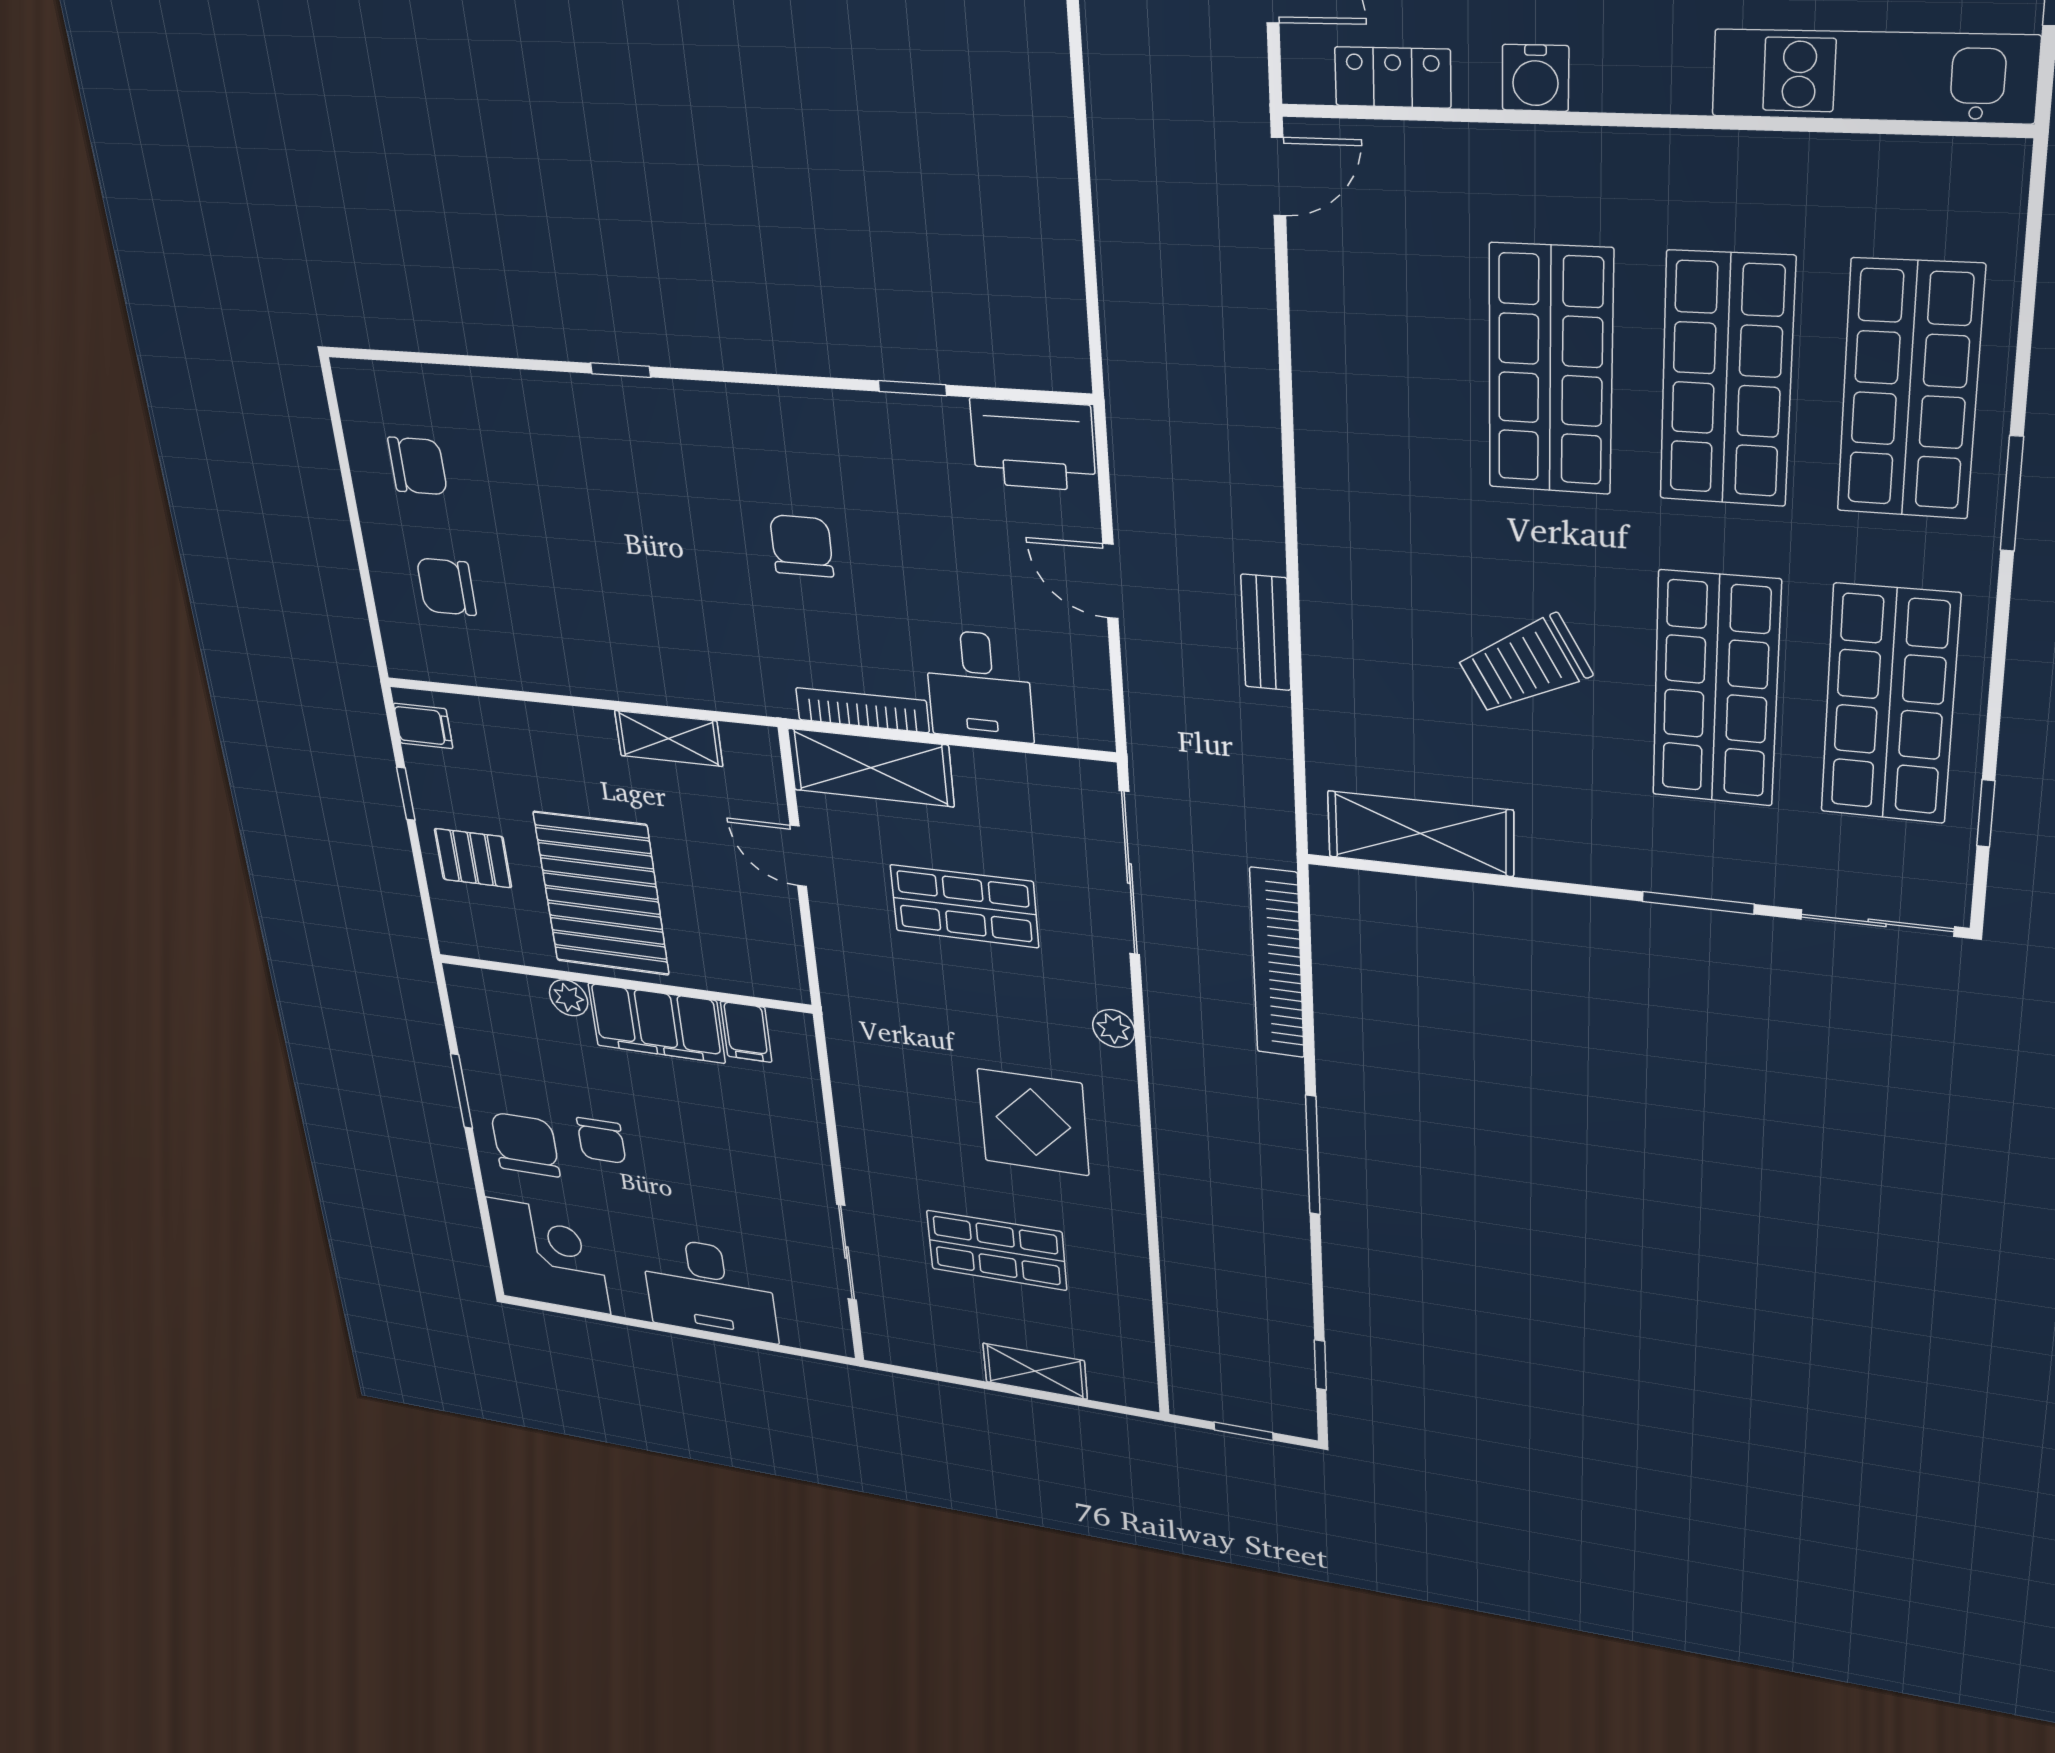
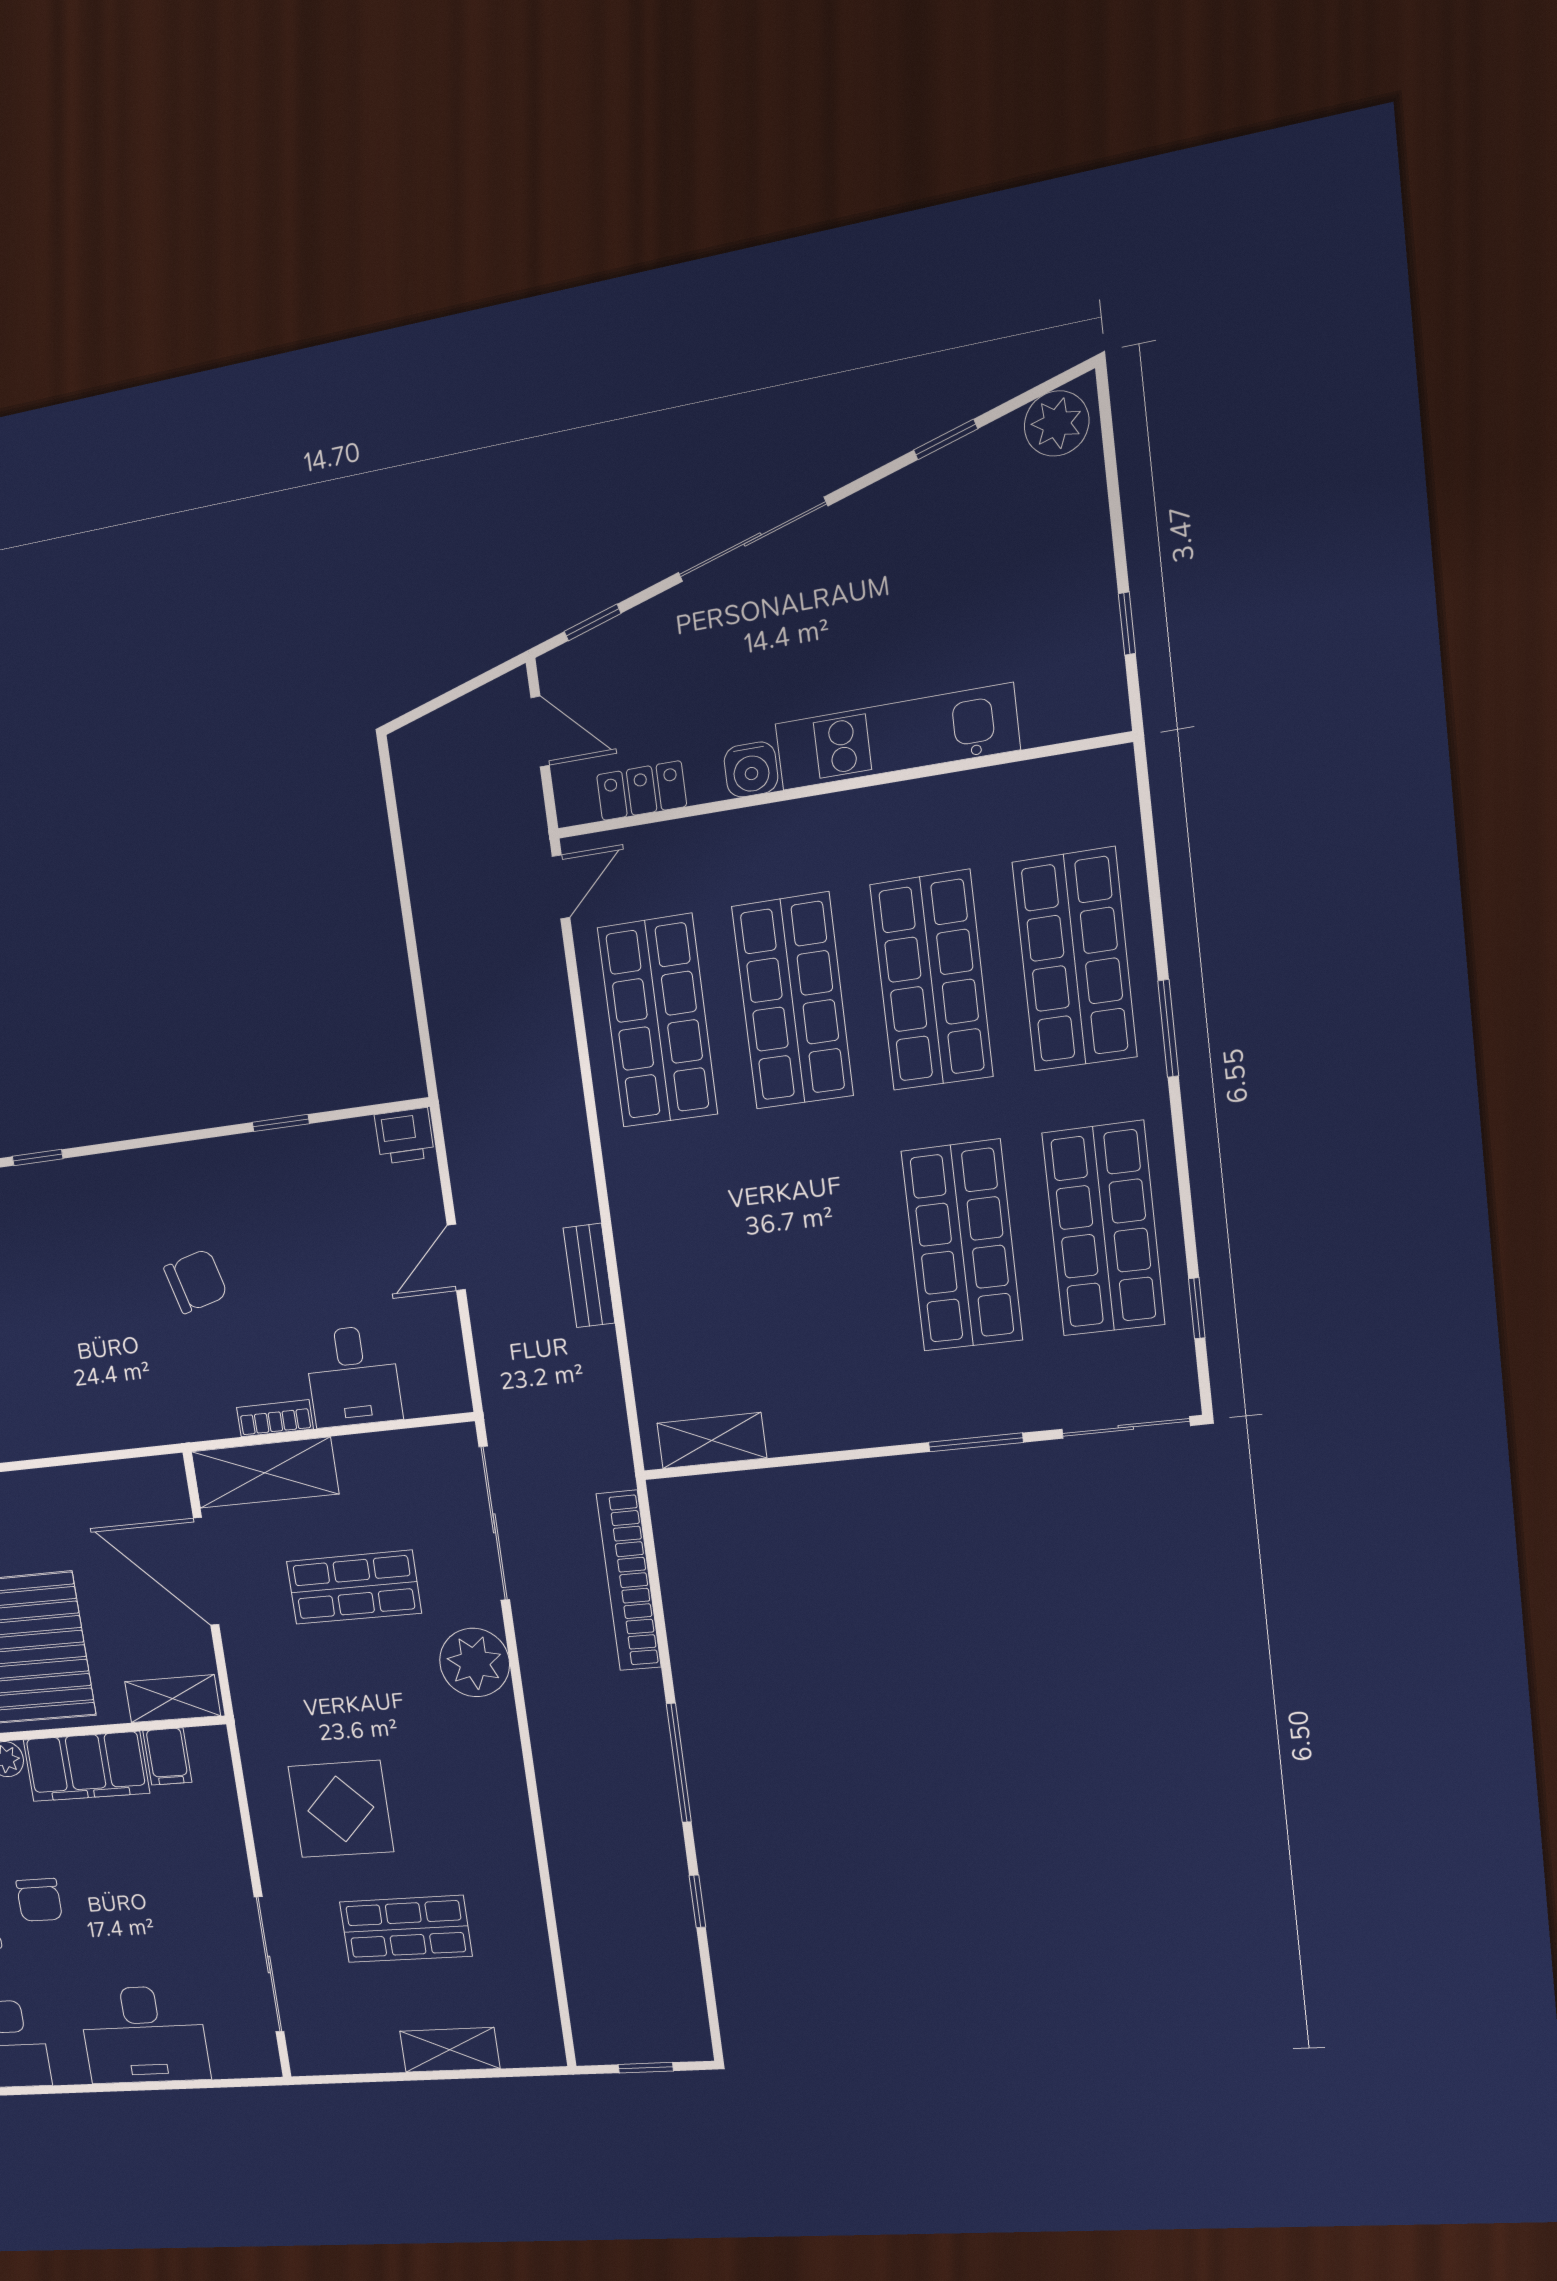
kitchen unit: (1873, 76) -> (897, 737), moved
shop shelf: (1381, 360) -> (657, 1021), added
printer: (1033, 445) -> (404, 1136), width x0.53, depth x0.68
chair: (802, 546) -> (196, 1281), turned 75
door: (1110, 581) -> (456, 1258), hinge flipped
trolley: (1524, 665) -> (804, 1259), removed
bookcase: (862, 710) -> (275, 1418), width x0.64
shelving: (669, 738) -> (173, 1699), moved
shelving: (1420, 834) -> (712, 1441), width x0.67, depth x0.75
door: (798, 856) -> (206, 1571), width x1.88
plant: (1114, 1028) -> (475, 1662), width x1.88, depth x1.88
display table: (1033, 1122) -> (341, 1809), moved
sliding door: (847, 1253) -> (269, 1965), width x1.37
window: (1320, 1365) -> (697, 1901), moved

